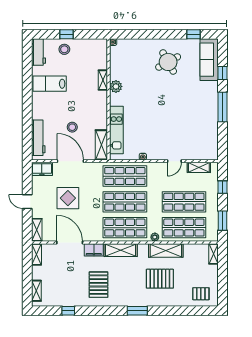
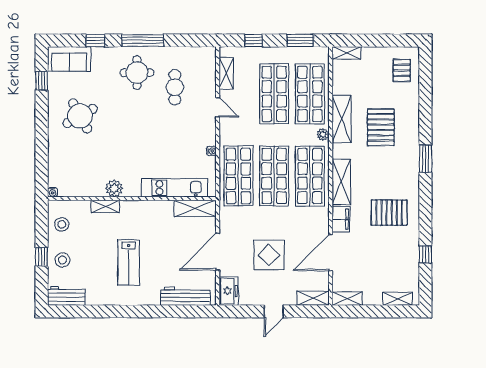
sofa: (209, 60) -> (69, 59), width x0.73
lab bench: (50, 84) -> (129, 262), moved
round table: (199, 103) -> (137, 73), added
stool: (72, 127) -> (62, 224), moved
cafe table: (189, 130) -> (175, 87), added

